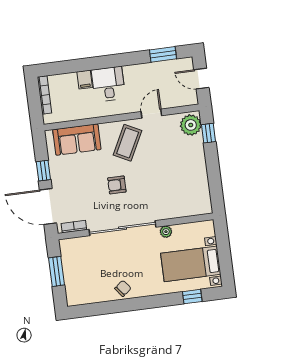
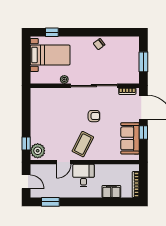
filing cabinet: (85, 80) -> (111, 192), width x2.00
desk: (108, 84) -> (84, 176), moved, turned 180
sofa: (77, 140) -> (130, 138), moved, turned -90

